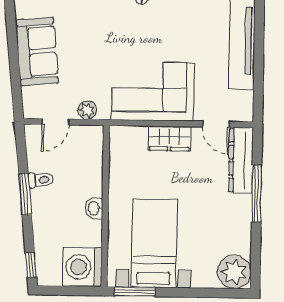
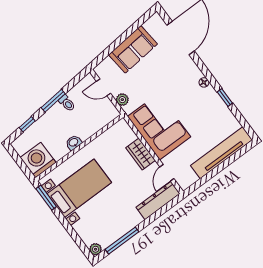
window: (257, 194) -> (122, 241), moved
window: (31, 265) -> (27, 124), moved
plant: (234, 272) -> (96, 249), width x0.53, depth x0.53

